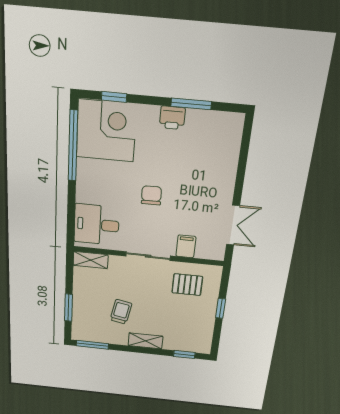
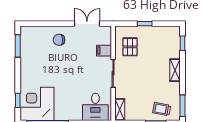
window: (191, 104) -> (18, 46), moved
printer: (172, 118) -> (26, 67), removed
chair: (151, 195) -> (59, 40), moved
trolley: (121, 312) -> (162, 109), moved

